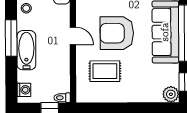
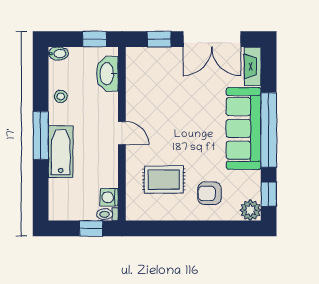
armchair: (117, 33) -> (209, 193), moved, width x0.53, depth x0.53
washing machine: (24, 90) -> (109, 197), moved, turned 180

